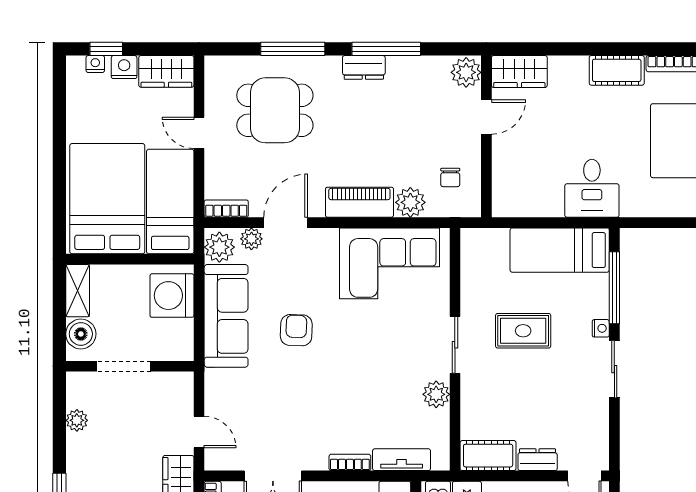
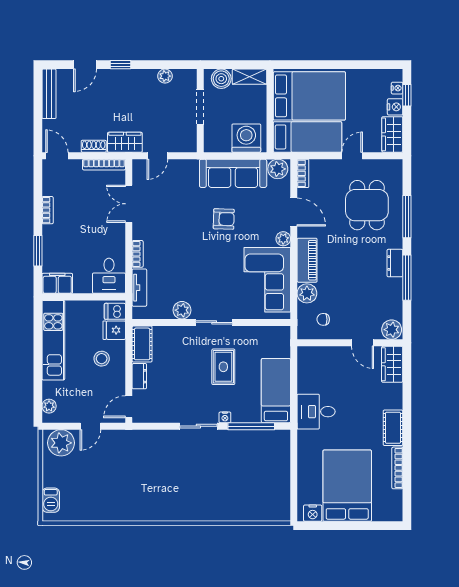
plant: (251, 239) -> (283, 239), moved

